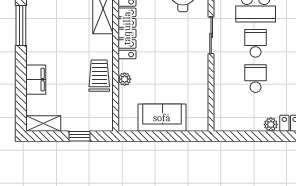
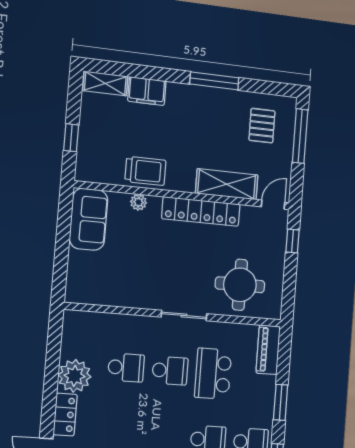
sofa: (162, 118) -> (88, 219), moved
shelving: (43, 124) -> (105, 83), moved, turned 90
plant: (271, 124) -> (75, 376), width x1.88, depth x1.88

